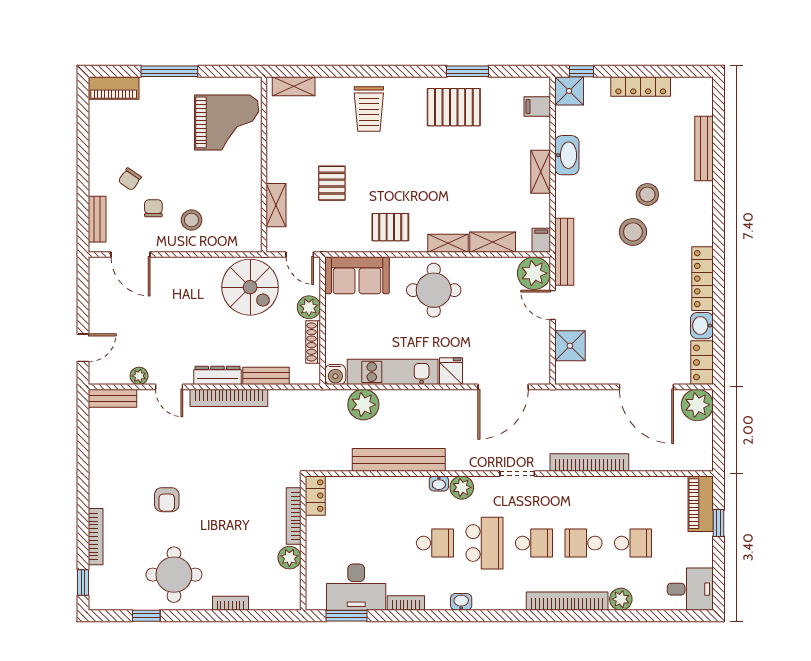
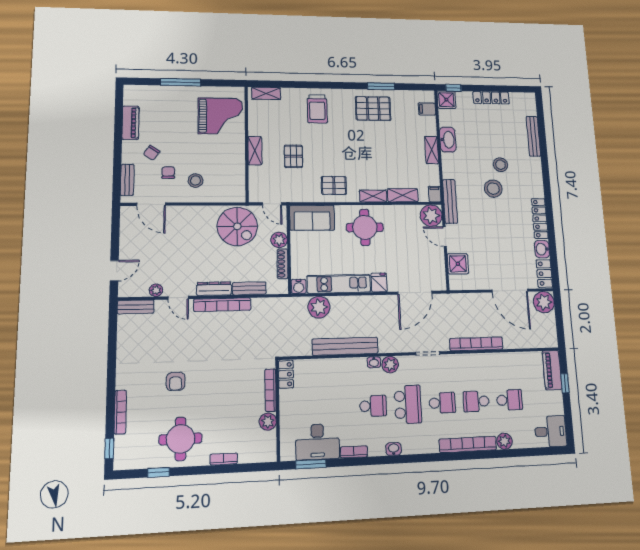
piano: (114, 88) -> (130, 123), moved, turned -90
shelving: (276, 205) -> (255, 151), moved

